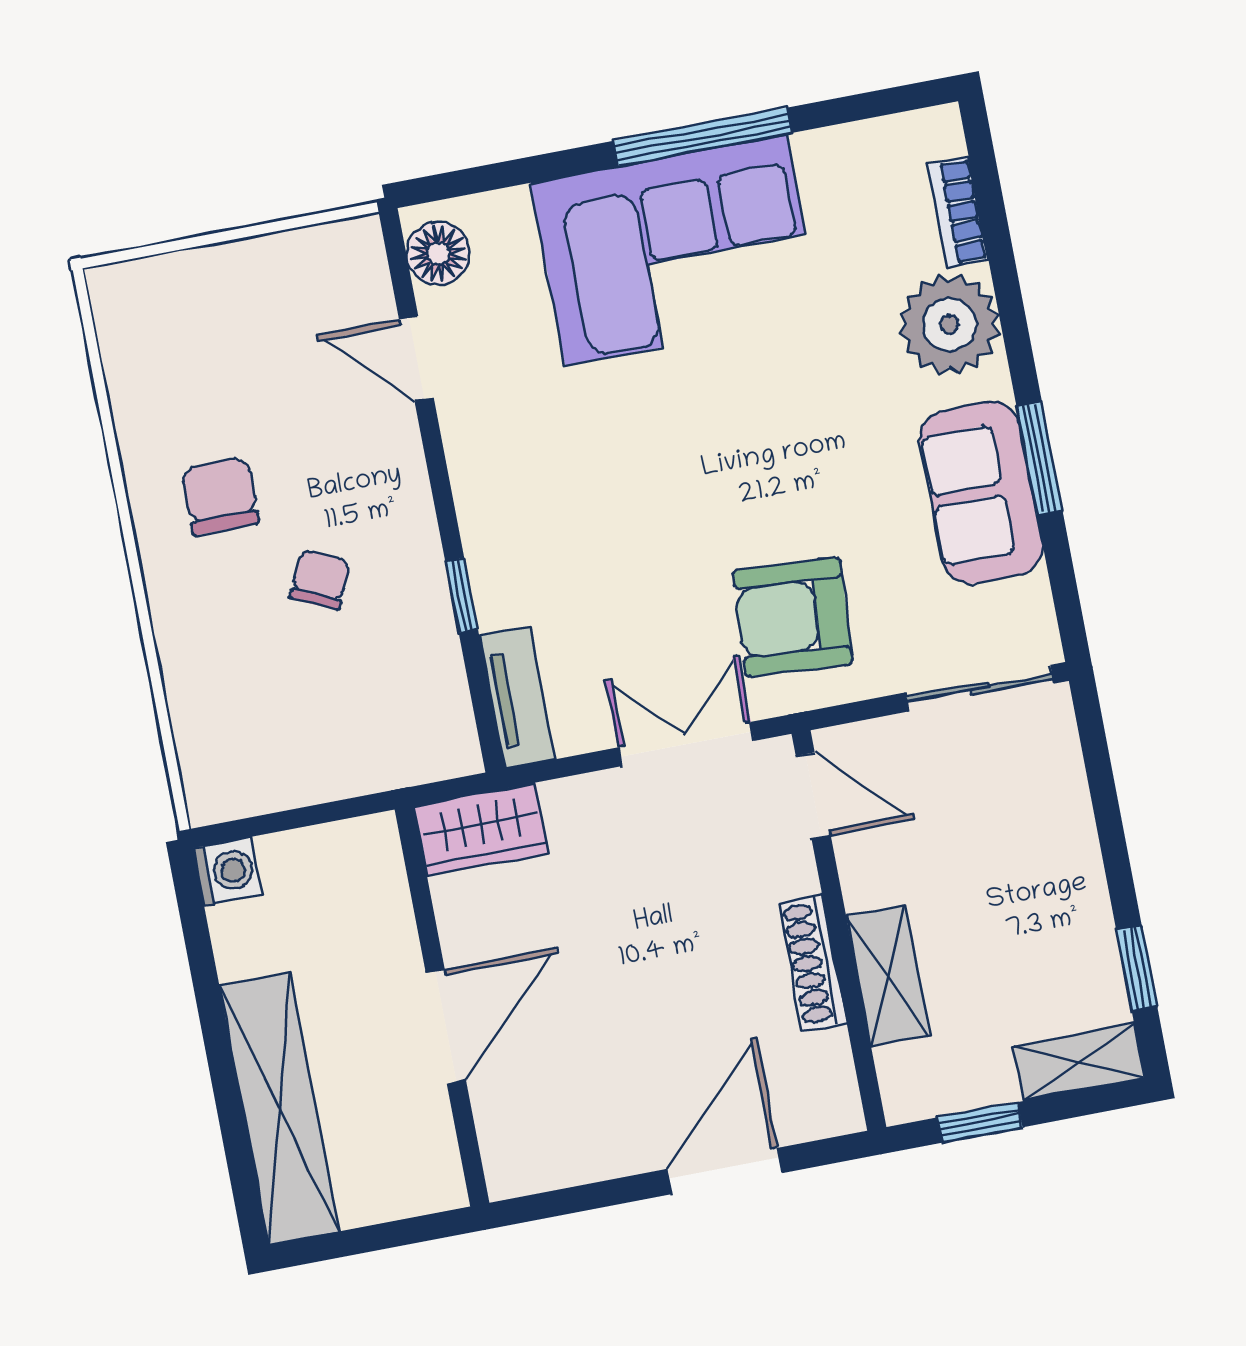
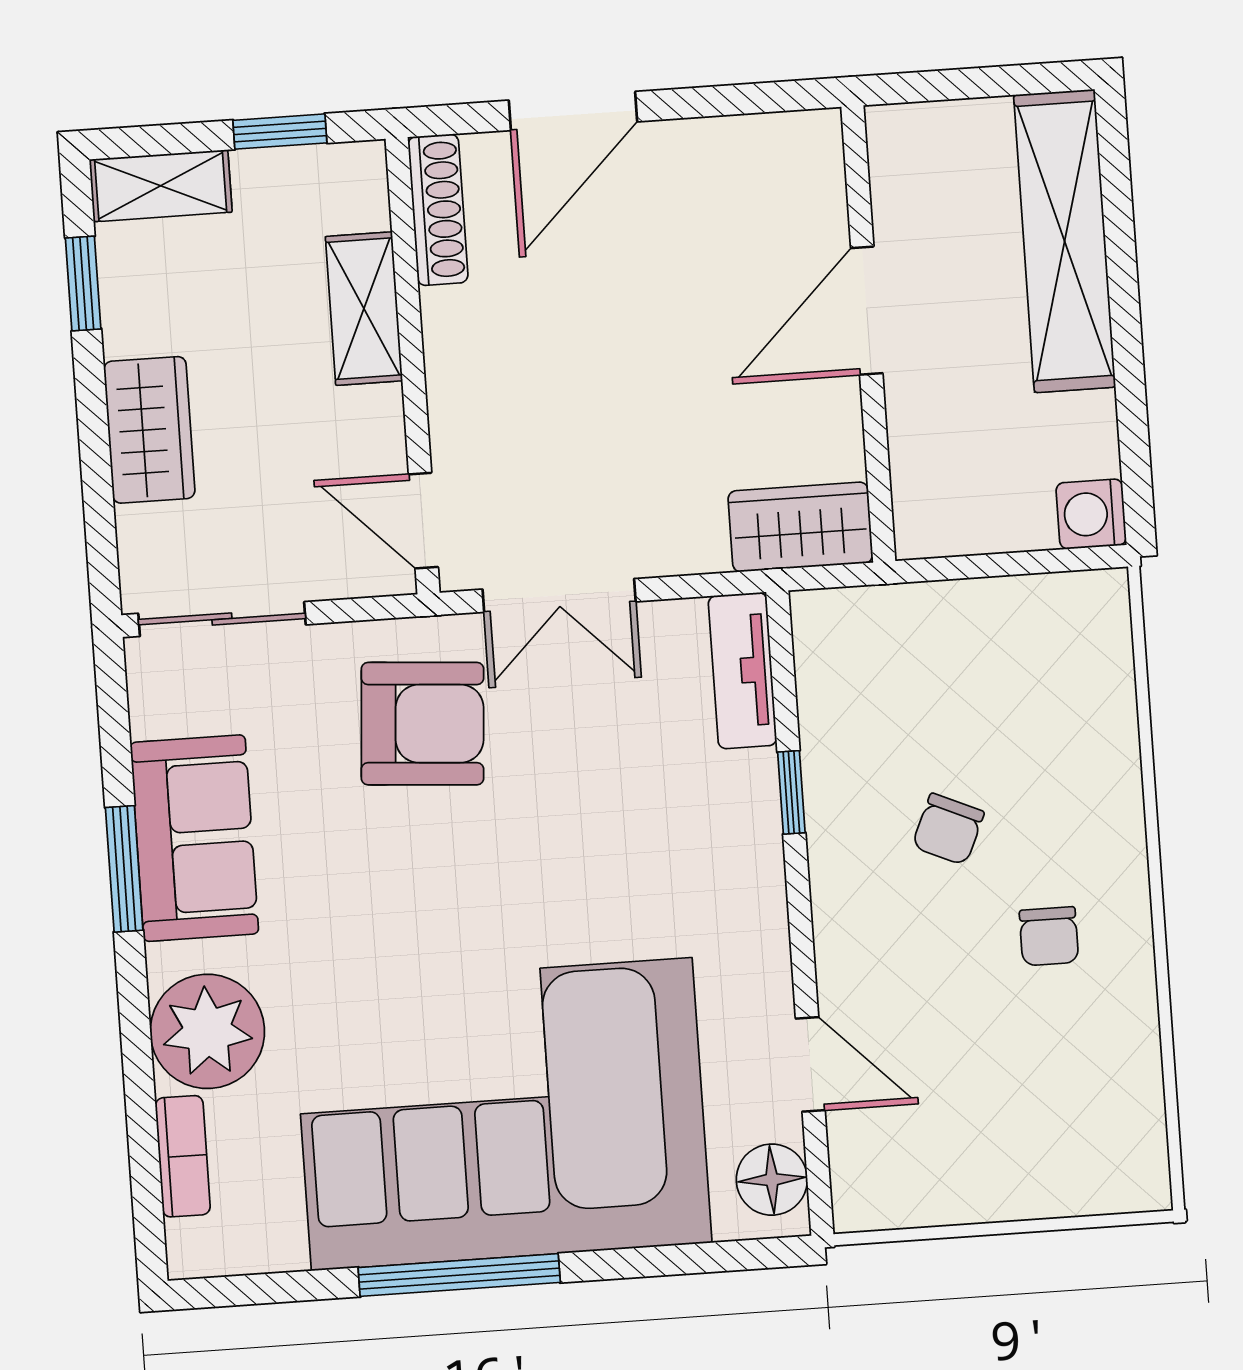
corner sofa: (676, 250) -> (502, 1114), width x1.36, depth x1.36
chair: (220, 496) -> (1049, 936), width x0.73, depth x0.73
wardrobe: (1063, 847) -> (149, 430), added
shoe rack: (812, 963) -> (438, 210), moved

